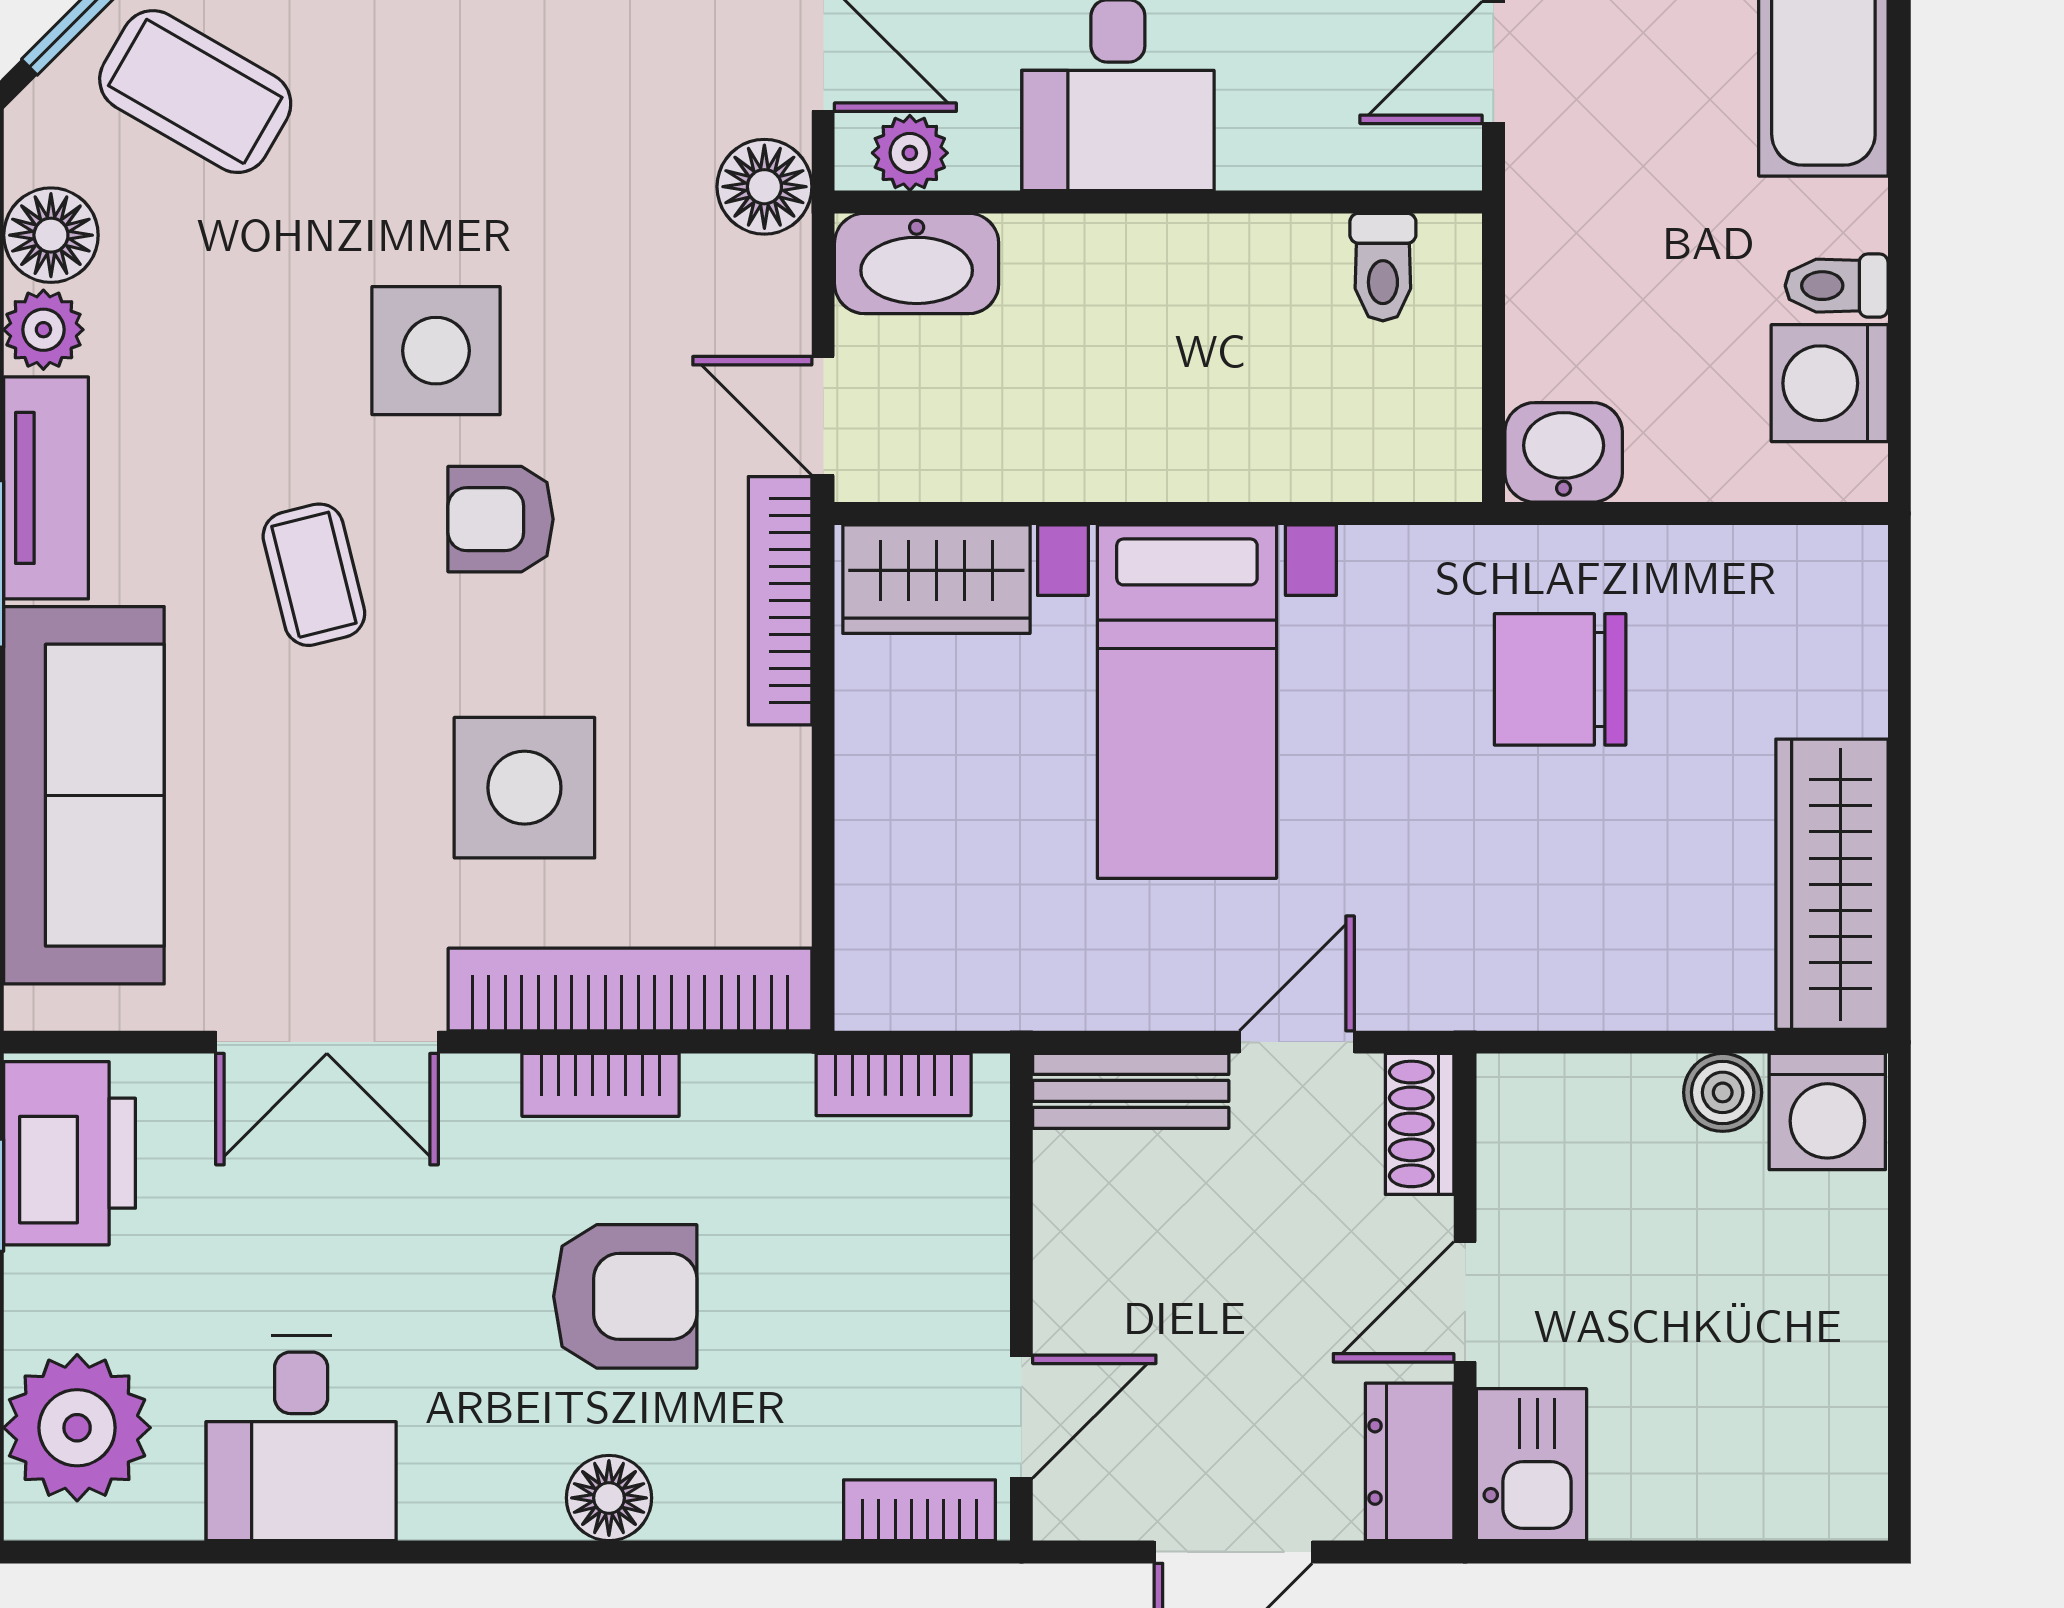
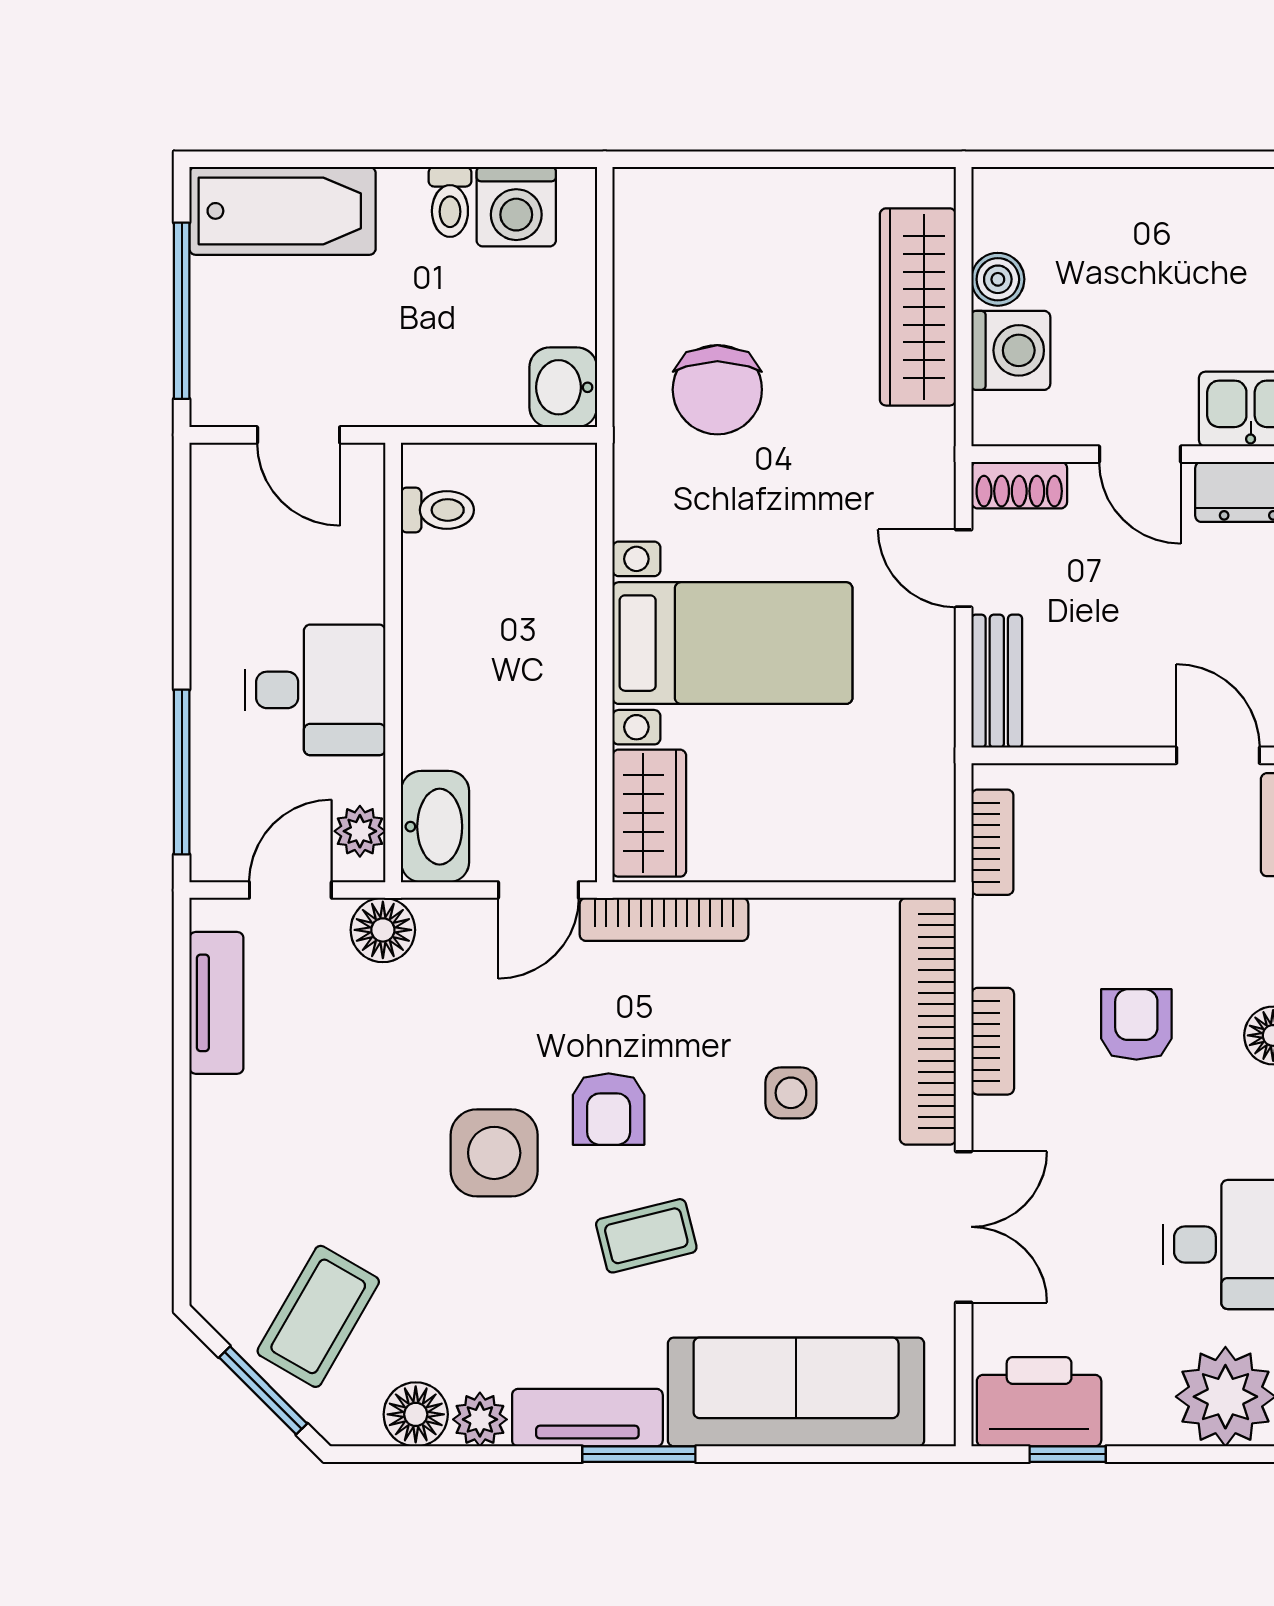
side table: (524, 788) -> (791, 1093), width x0.54, depth x0.54
wardrobe: (1832, 884) -> (918, 307), moved, turned 90
washing machine: (1827, 1112) -> (1011, 350), moved
armchair: (625, 1296) -> (1136, 1024), width x0.72, depth x0.72

